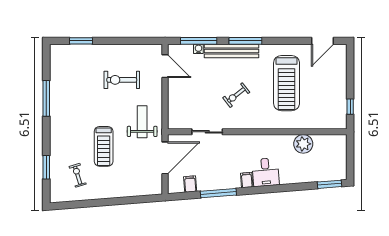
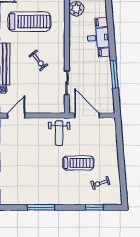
exercise bike: (122, 80) -> (27, 149), removed
weight bench: (142, 122) -> (59, 133), turned -90
filing cabinet: (190, 184) -> (101, 22), moved

